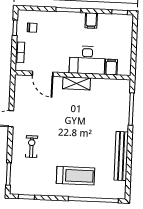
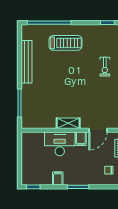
filing cabinet: (111, 67) -> (81, 139), moved
door: (43, 74) -> (98, 130), swing flipped
treadmill: (76, 176) -> (65, 43), turned 180

